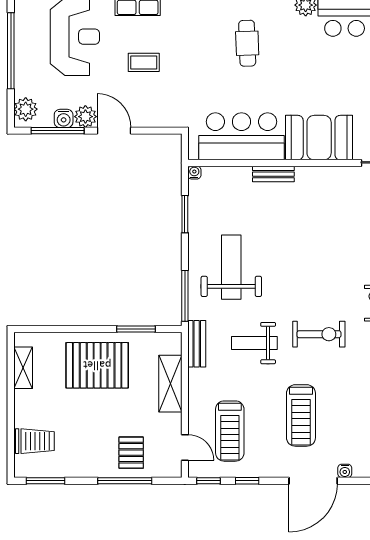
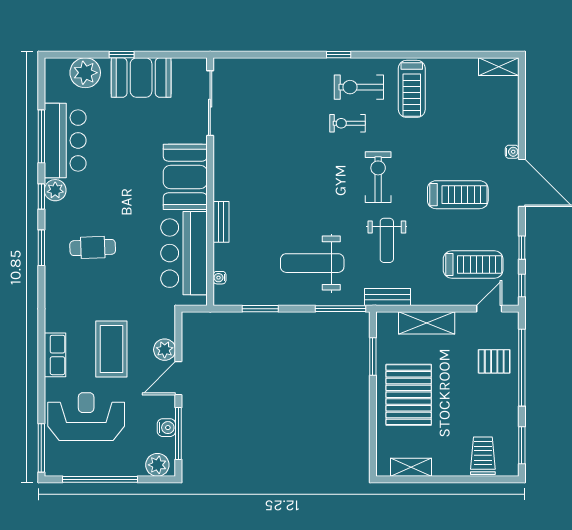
coffee table: (144, 62) -> (111, 349), width x1.86, depth x1.72
plant: (85, 117) -> (165, 350), moved
water cooler: (194, 173) -> (220, 278), moved
window: (125, 481) -> (522, 368), width x1.46

